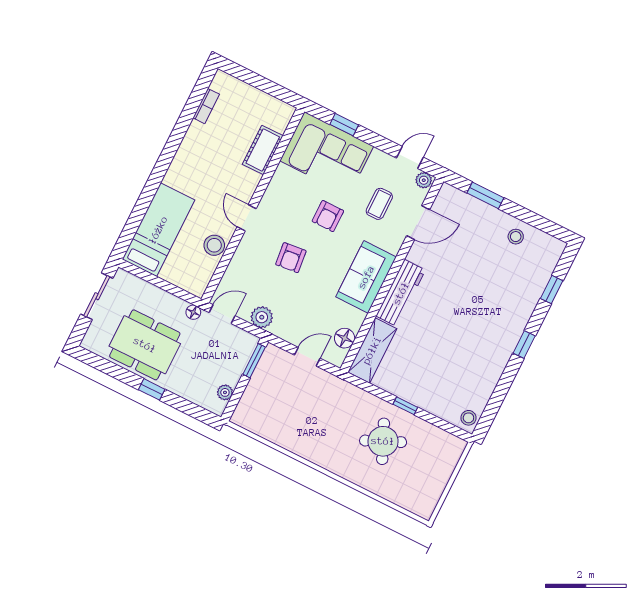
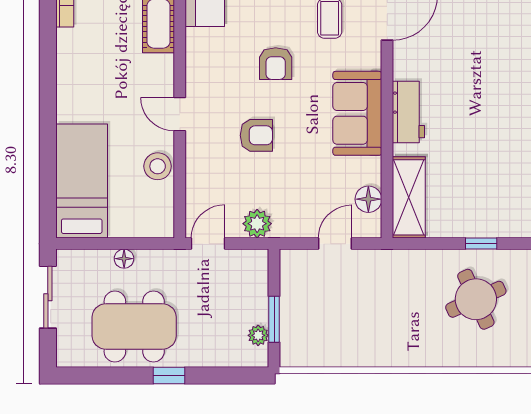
armchair: (291, 258) -> (256, 135), turned -84
workbench: (401, 293) -> (408, 112), width x0.73
floor lamp: (193, 312) -> (124, 259), moved
window: (254, 361) -> (274, 319), moved

